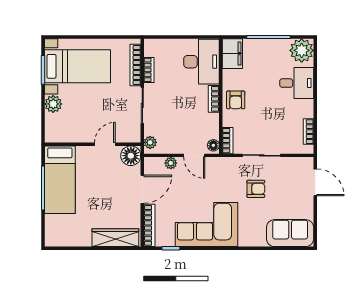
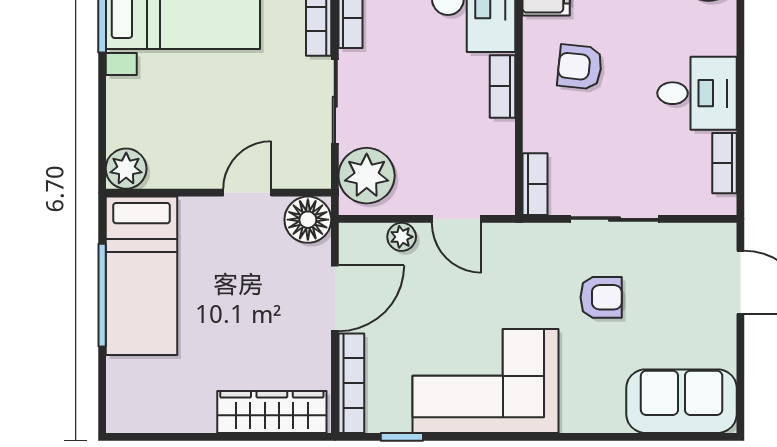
desk: (297, 83) -> (697, 93), moved
armchair: (236, 100) -> (580, 67), moved, turned 96
plant: (53, 104) -> (126, 169), moved
plant: (150, 142) -> (367, 176), width x1.88, depth x1.88
floor lamp: (213, 145) -> (501, 195), removed

